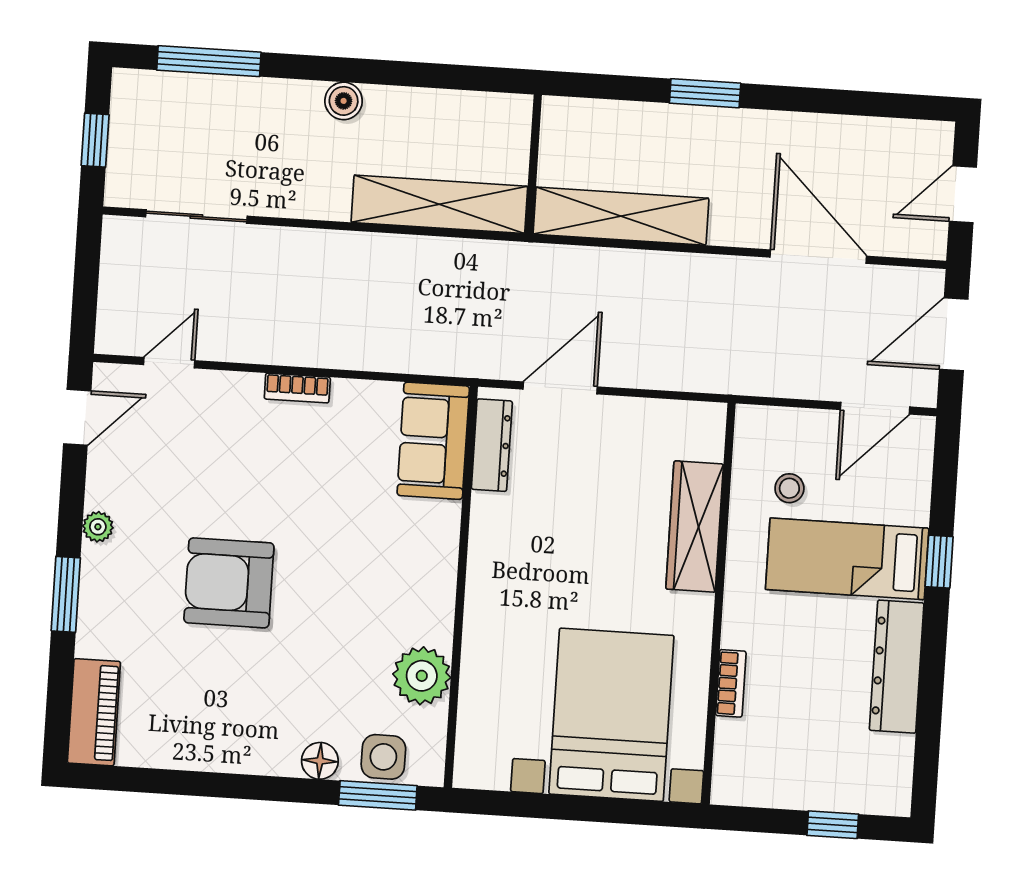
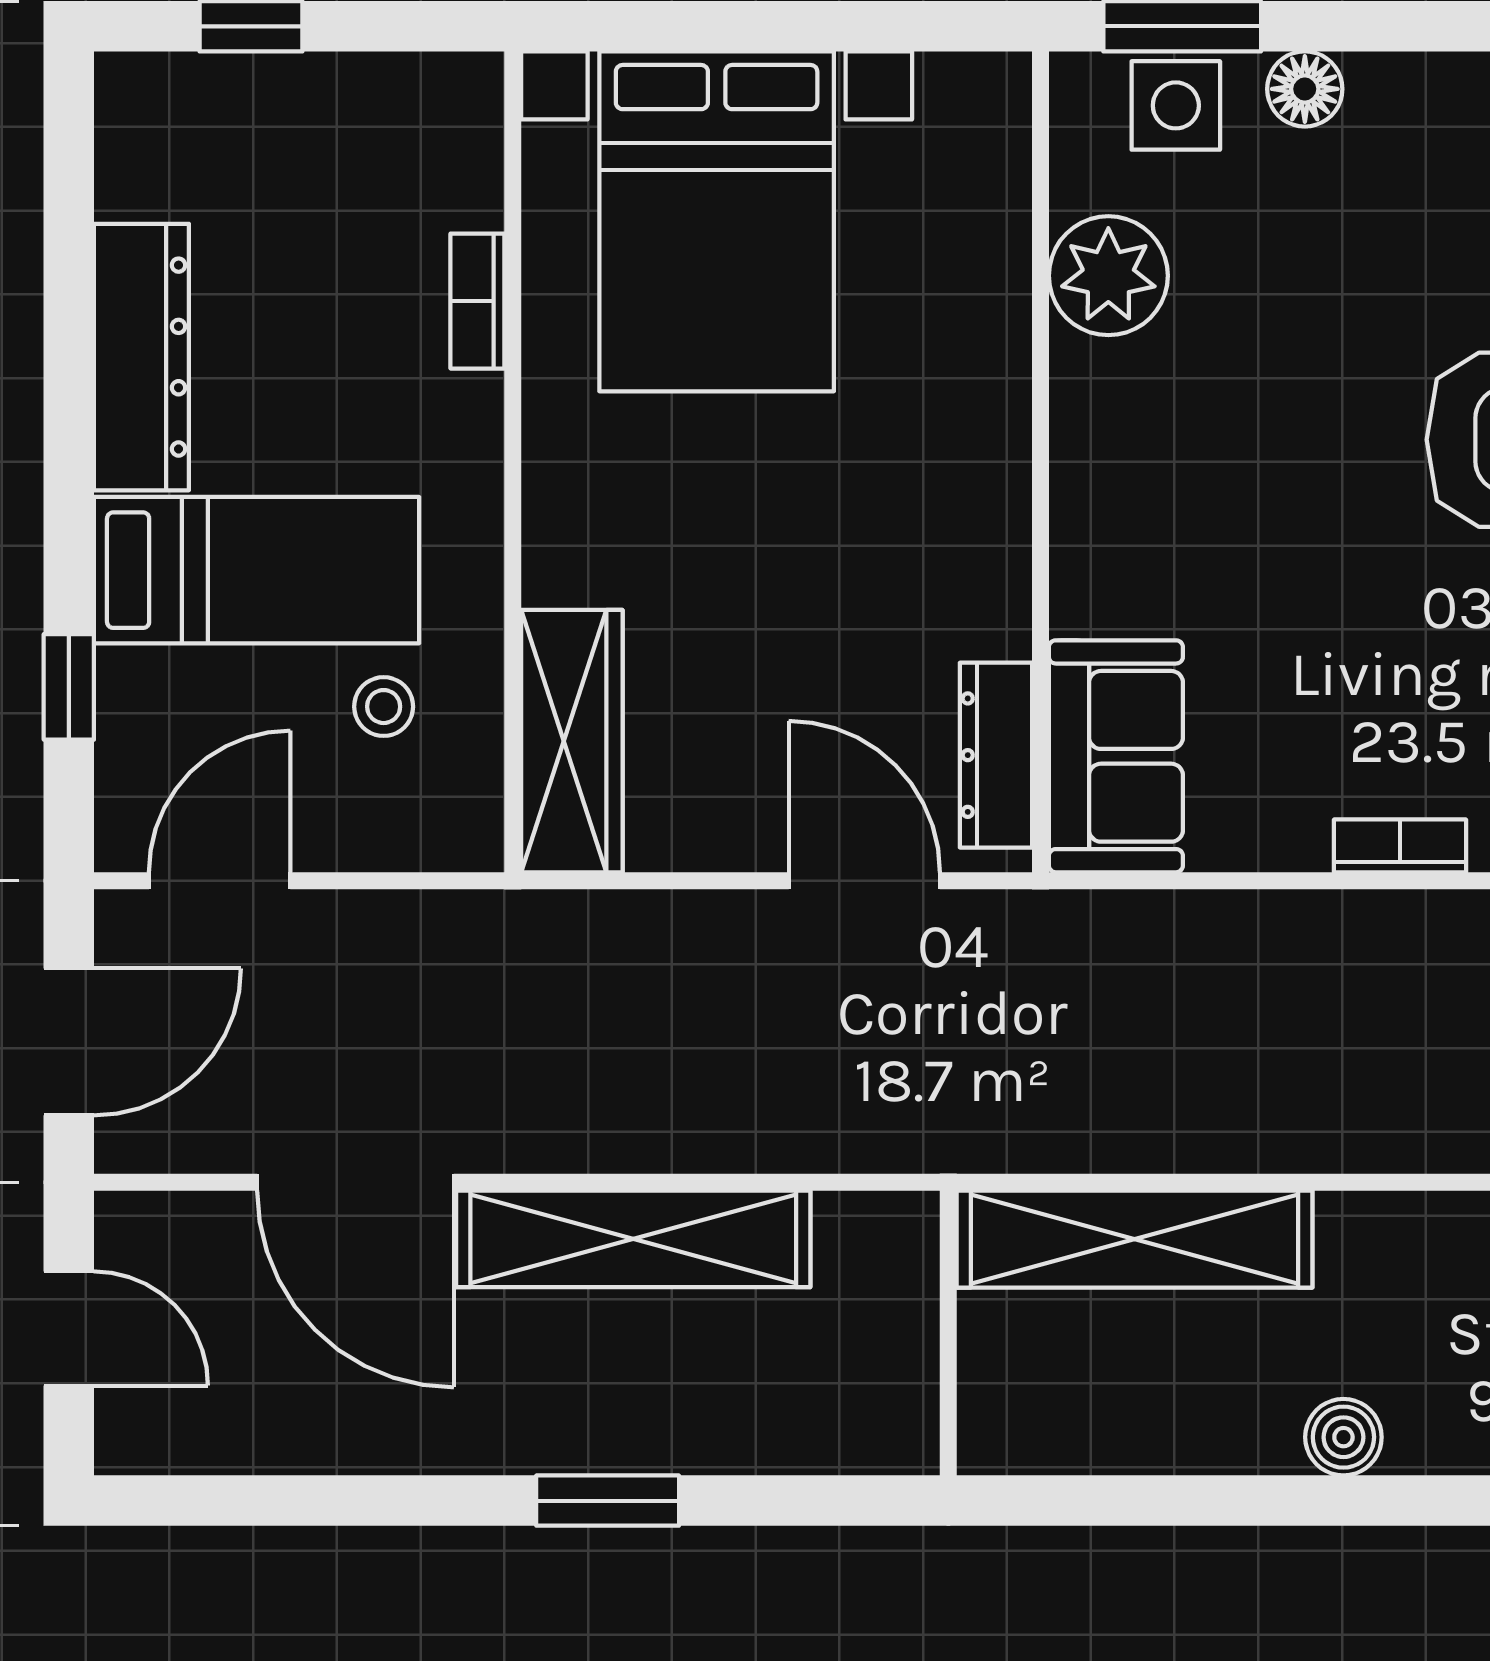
door: (963, 194) -> (69, 1329), hinge flipped
shelving: (621, 216) -> (633, 1239), moved
door: (560, 388) -> (864, 881), swing flipped
wardrobe: (695, 527) -> (572, 741), moved
window: (939, 562) -> (69, 687), moved

